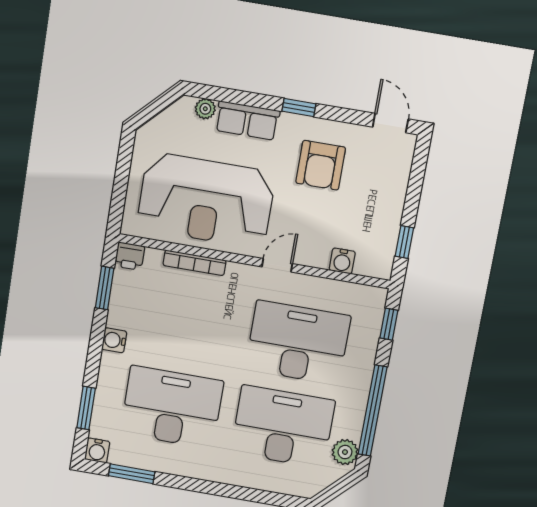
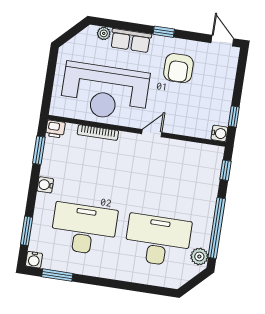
water cooler: (342, 261) -> (219, 133), moved, turned -90
desk: (298, 343) -> (166, 184), removed

